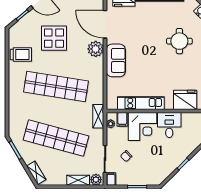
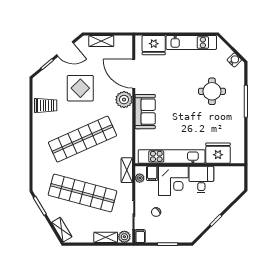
shop shelf: (56, 87) -> (82, 139), turned -33
kitchen unit: (141, 103) -> (172, 156), width x1.36

